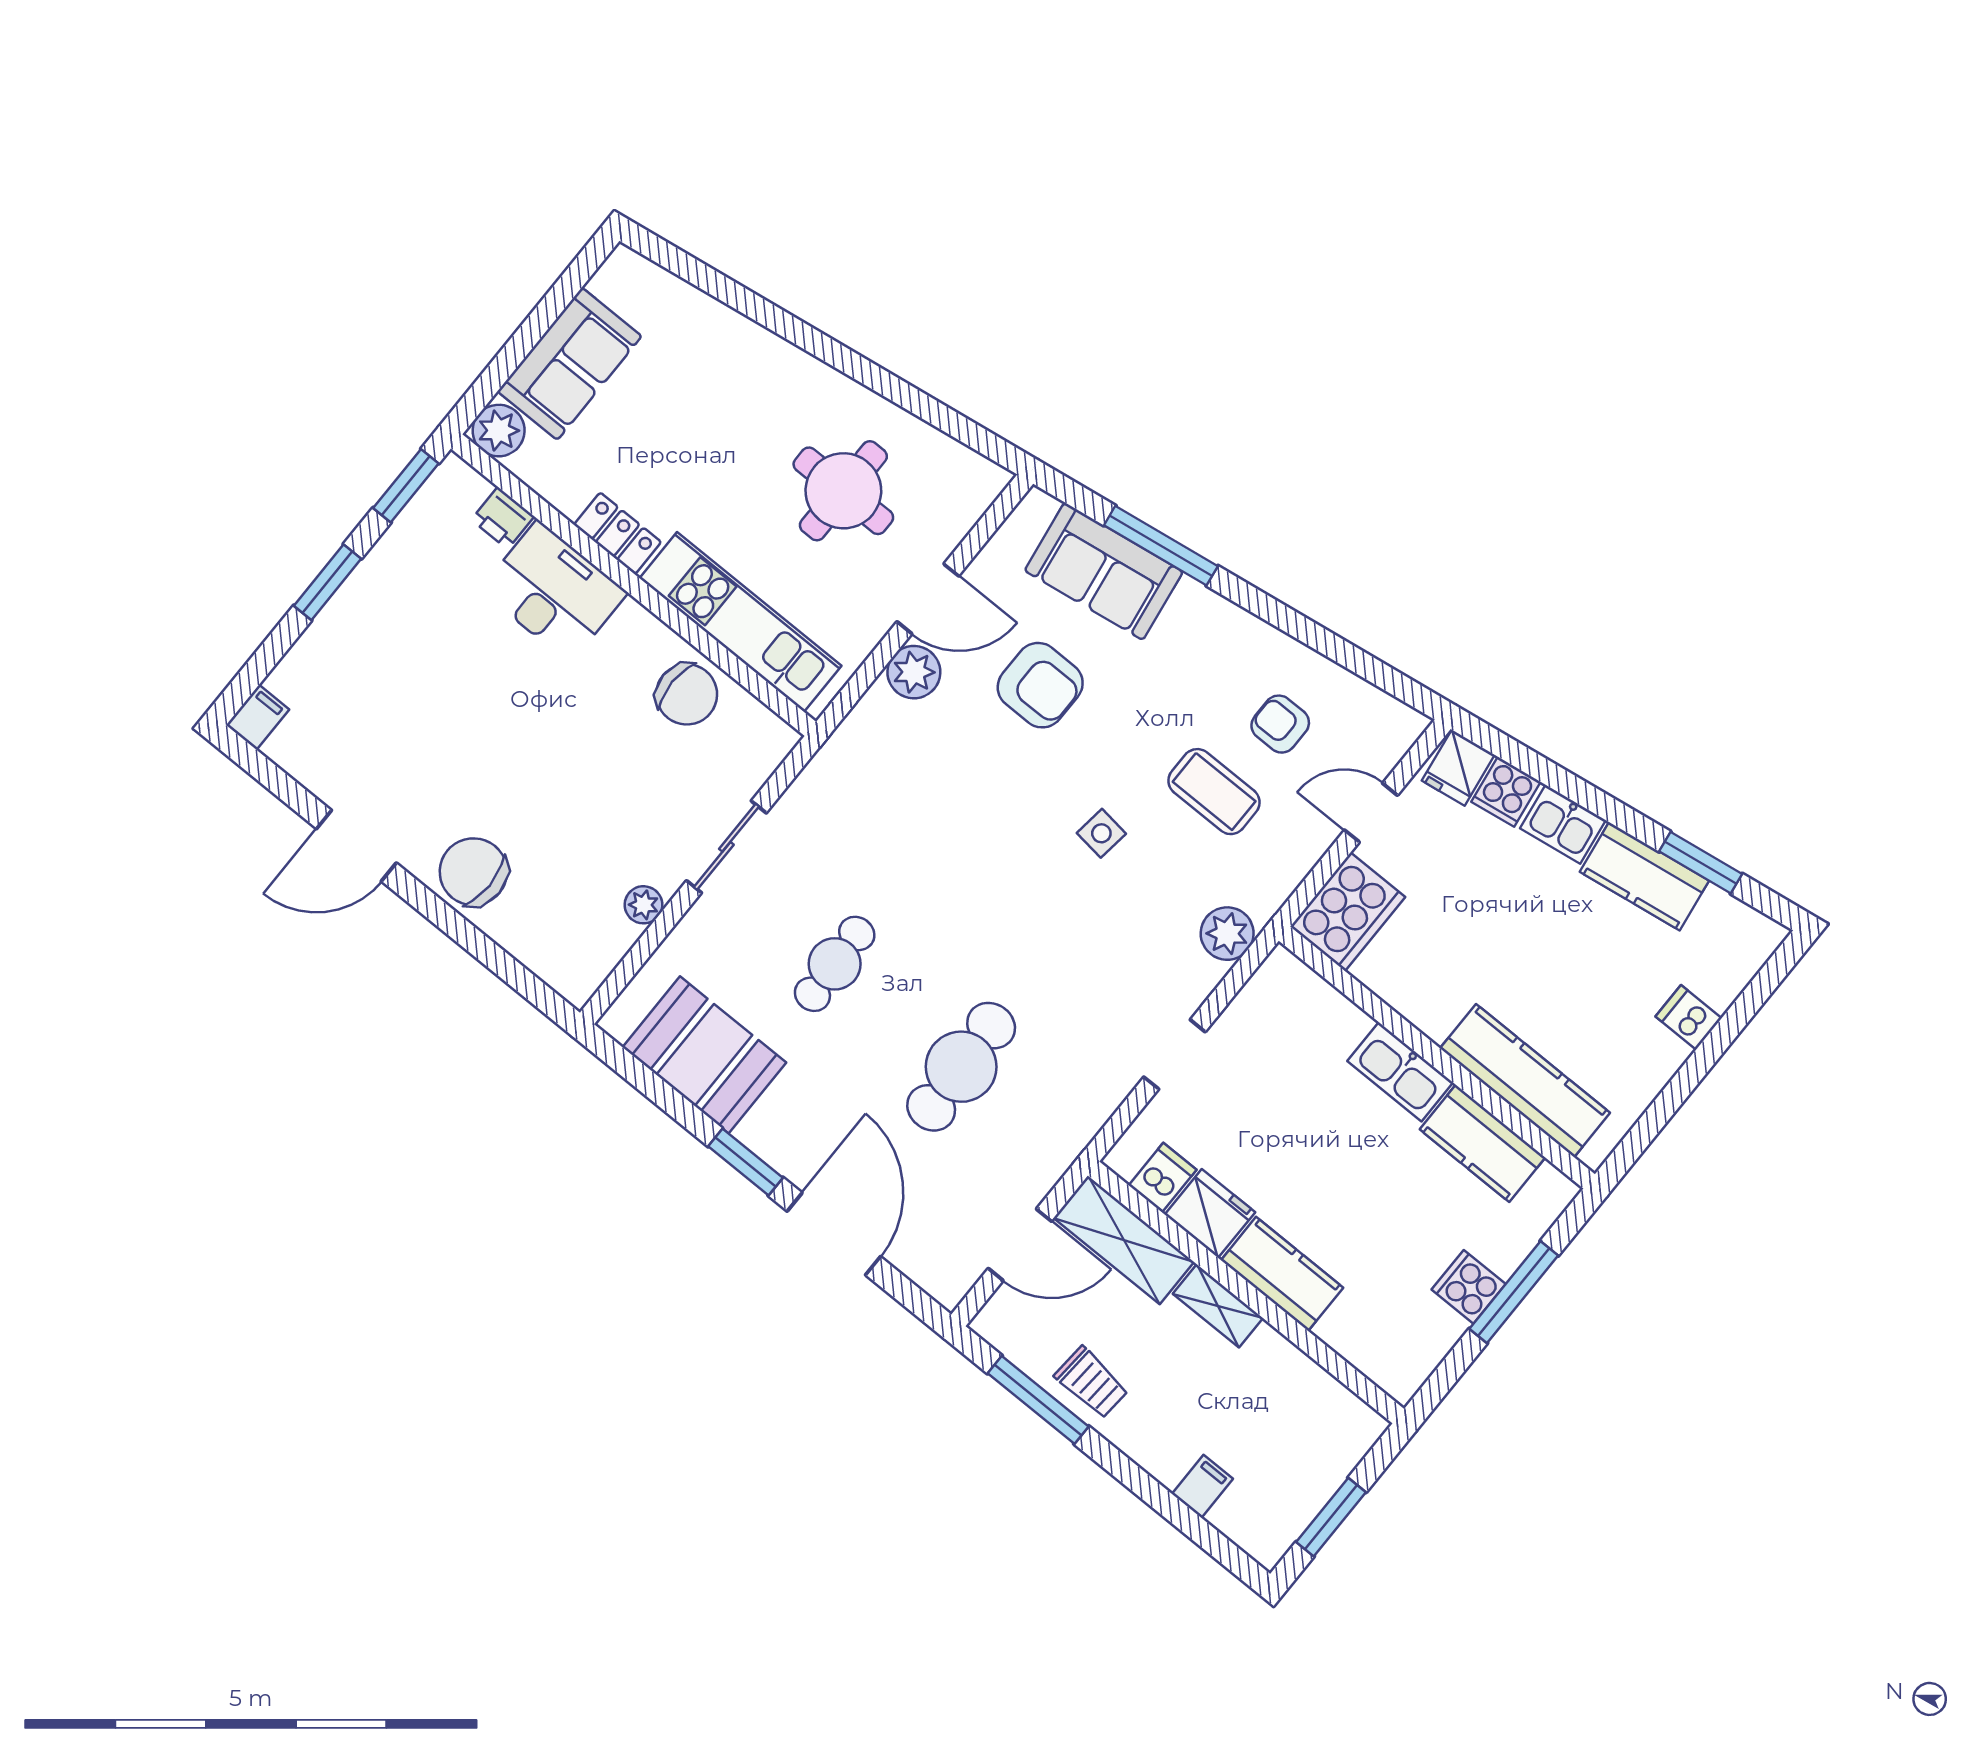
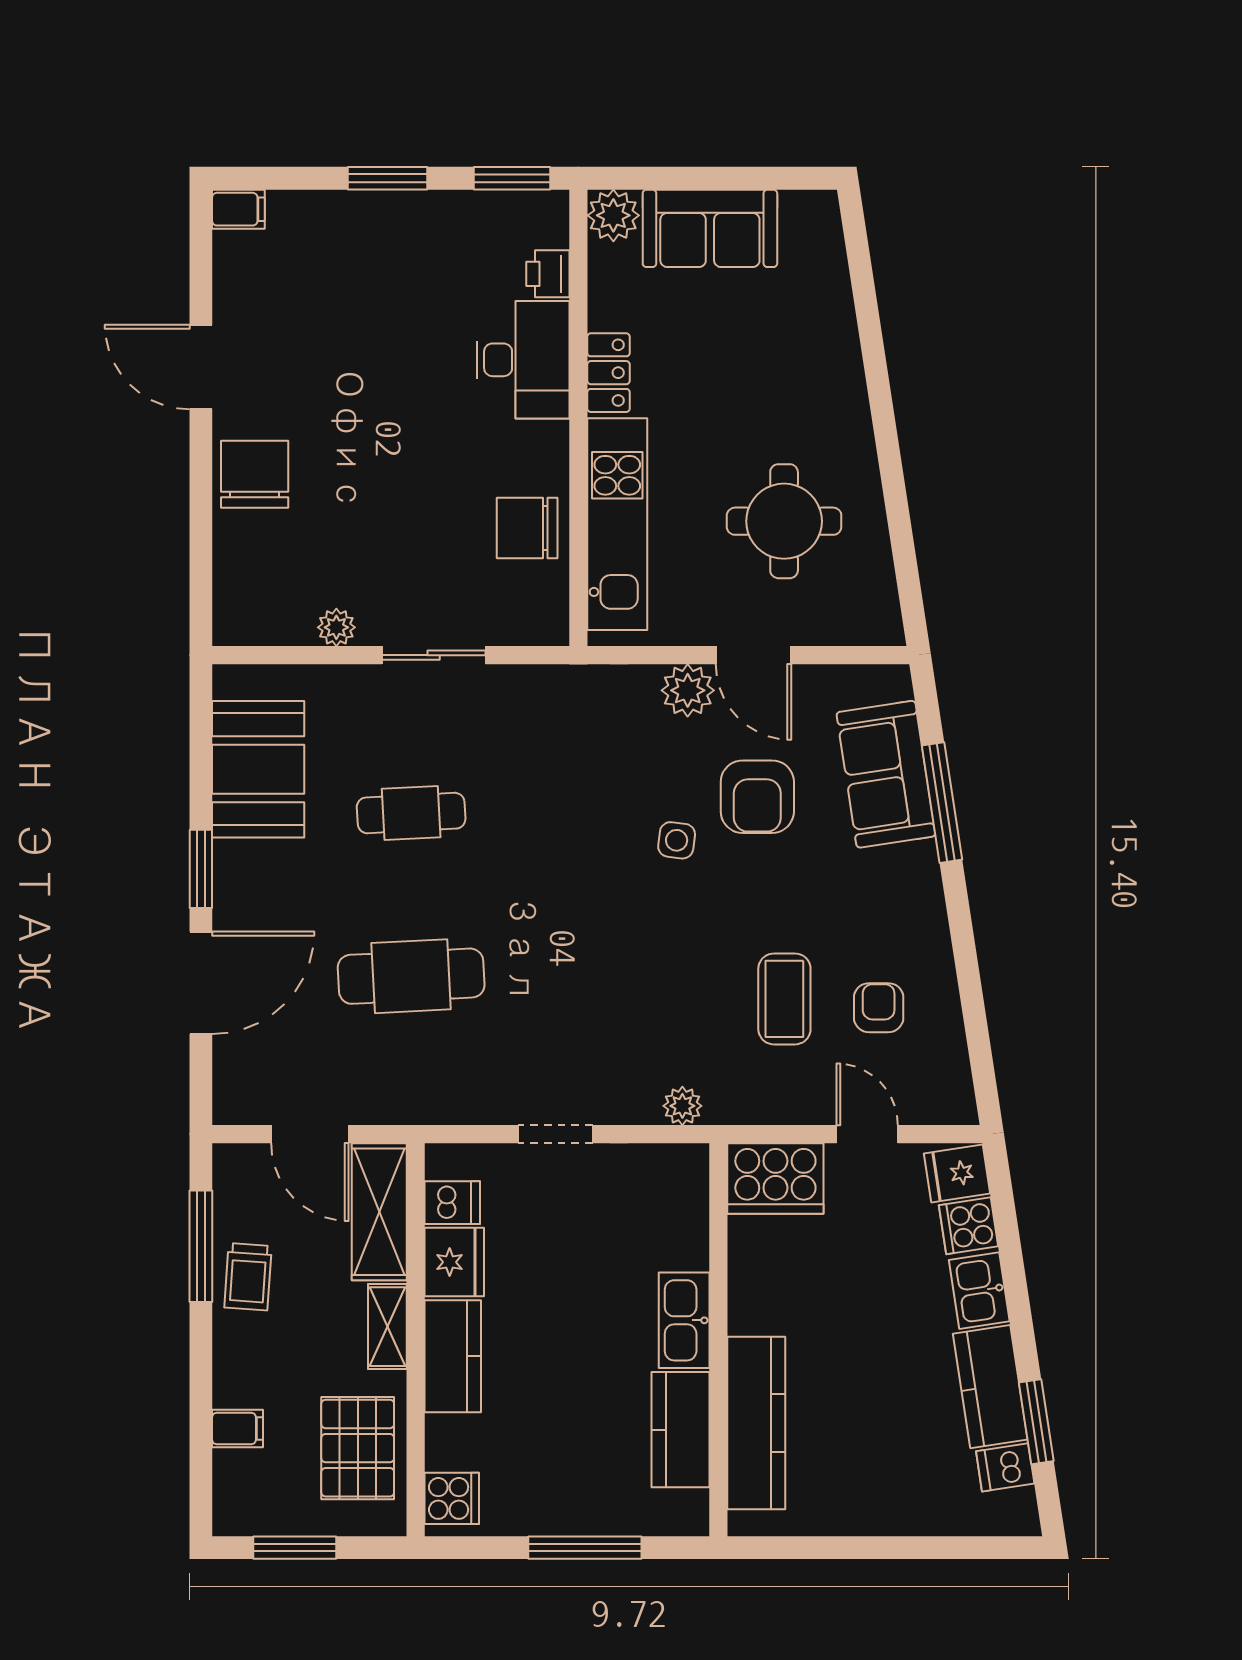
chair: (687, 694) -> (527, 528), turned 90
side table: (1101, 833) -> (677, 840), moved
plant: (1227, 934) -> (682, 1106), width x0.73, depth x0.73
dishwasher: (1689, 1017) -> (1005, 1467), moved, turned -99
cooker: (1469, 1287) -> (452, 1498), moved, turned 90
pallet: (1293, 1406) -> (358, 1448), added

